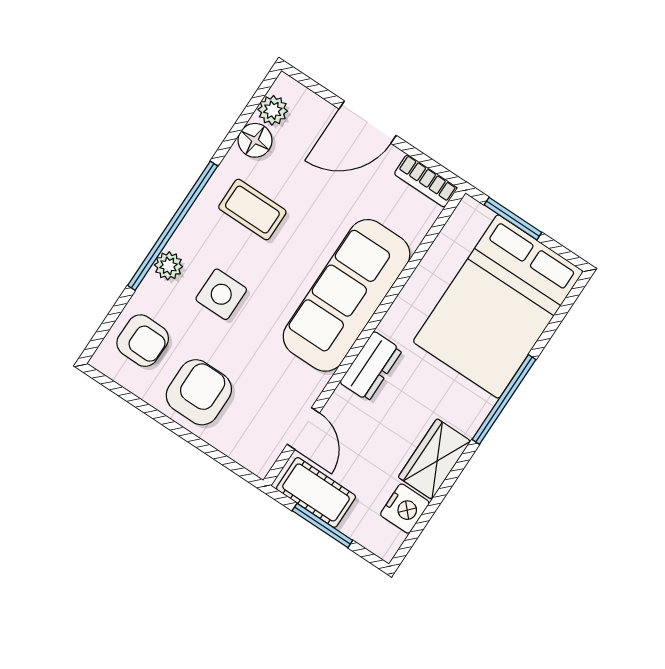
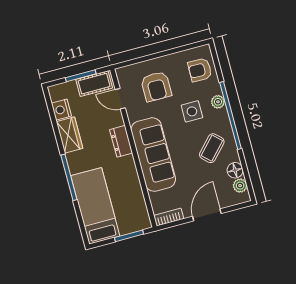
coffee table: (252, 210) -> (212, 148), turned -47
bed: (498, 306) -> (95, 206), width x0.67
armchair: (199, 392) -> (156, 86), moved

